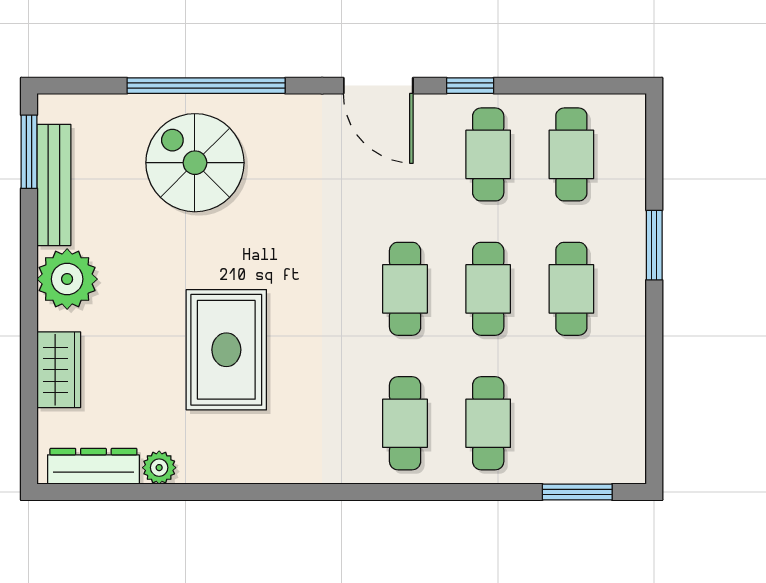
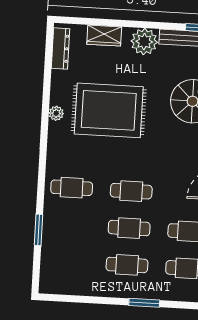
rug: (226, 350) -> (109, 110), width x1.37, depth x1.44
cafe table: (488, 423) -> (69, 225), removed
plant: (159, 468) -> (56, 113), moved
window: (577, 492) -> (39, 230), moved

